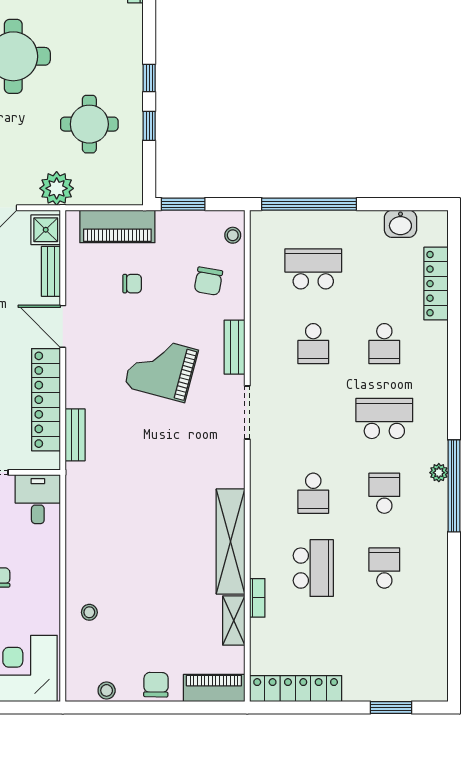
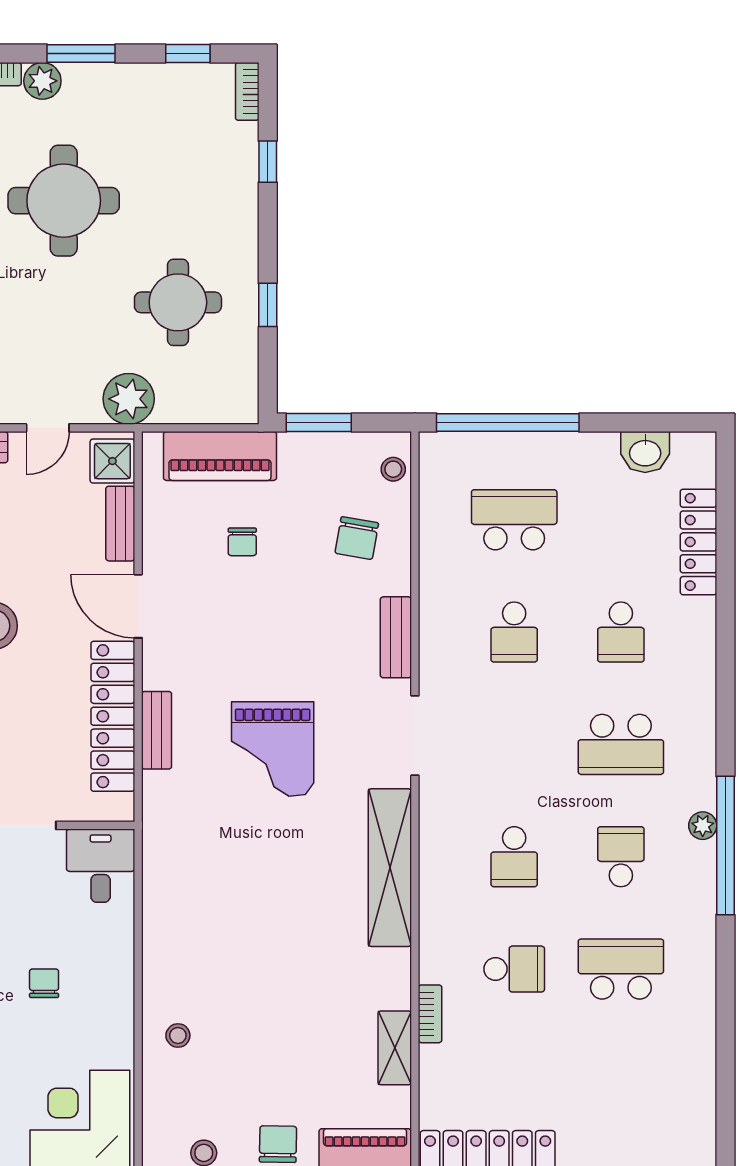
window: (149, 78) -> (268, 162), moved
chair: (132, 284) -> (242, 542), turned 90
grand piano: (161, 368) -> (273, 749), moved, turned -105
school desk: (384, 418) -> (621, 744), turned 180
bench: (75, 435) -> (157, 730), moved
shelving: (230, 541) -> (390, 868), moved
school desk: (313, 568) -> (514, 969), width x0.54
school desk: (384, 568) -> (621, 969), width x1.85

